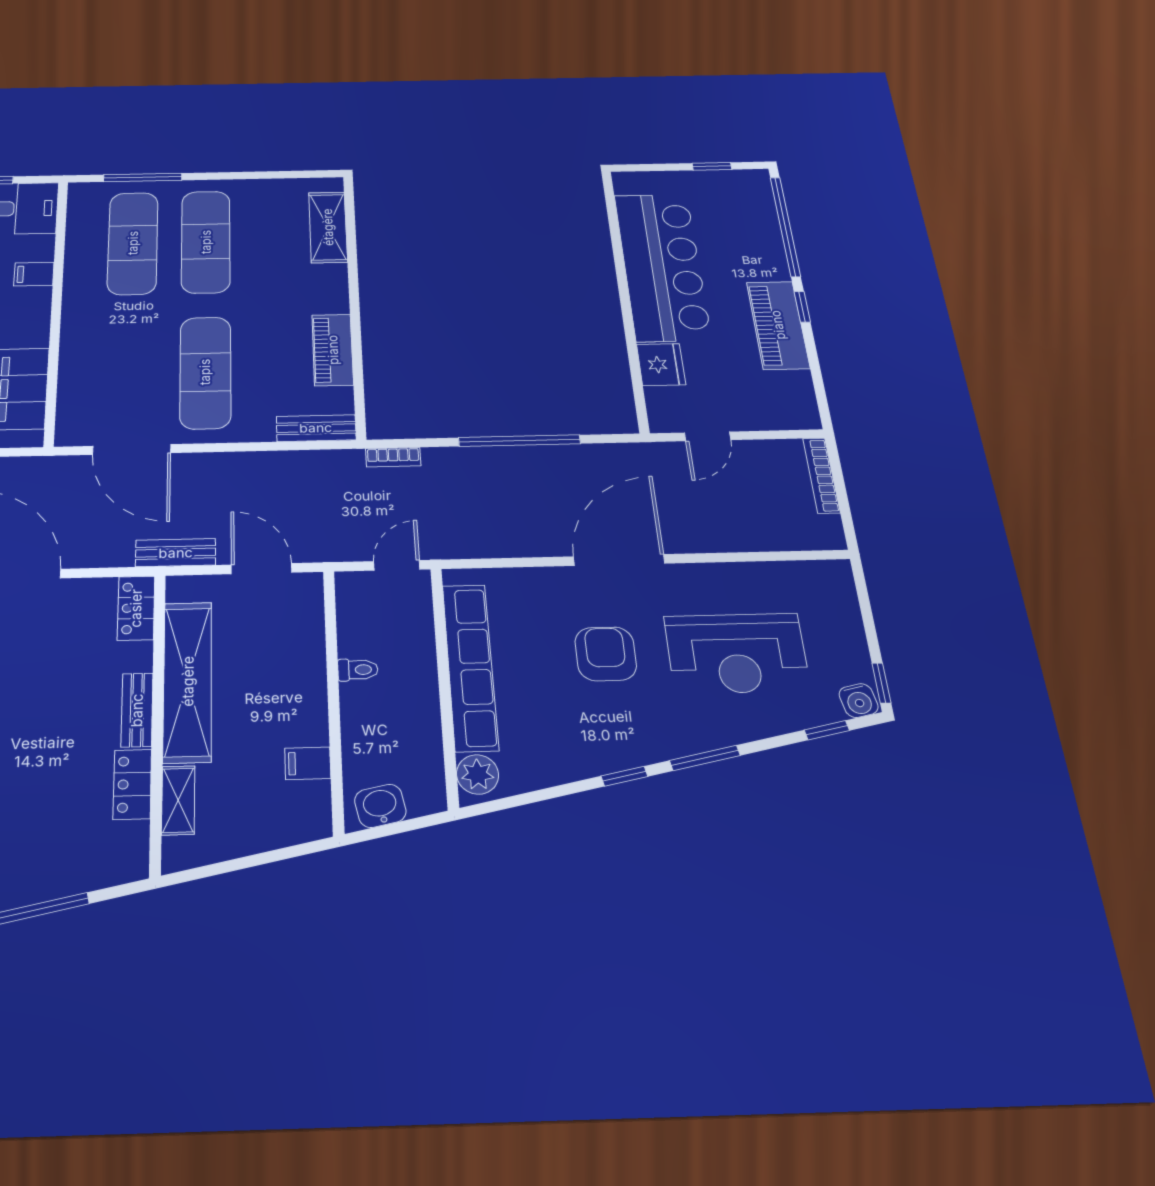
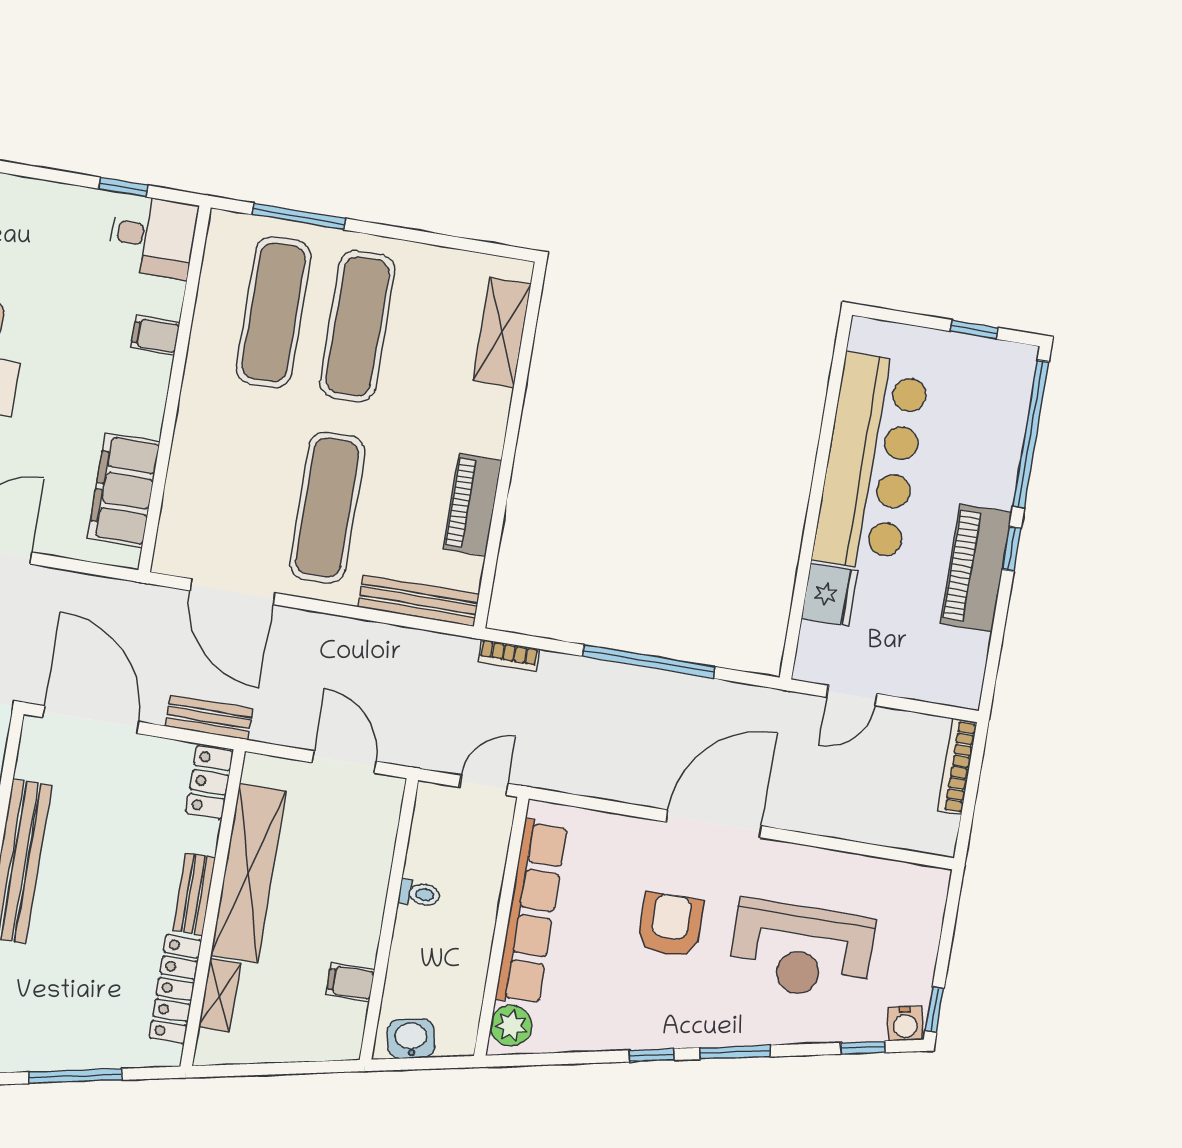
bench: (316, 428) -> (419, 601), width x1.36
bench: (176, 553) -> (209, 718), moved
locker: (132, 784) -> (175, 989), width x1.53

